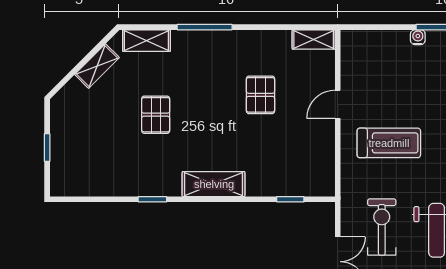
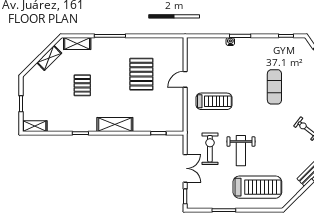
shelving: (314, 40) -> (35, 126), moved
pallet: (260, 95) -> (141, 74), width x1.50, depth x1.42

